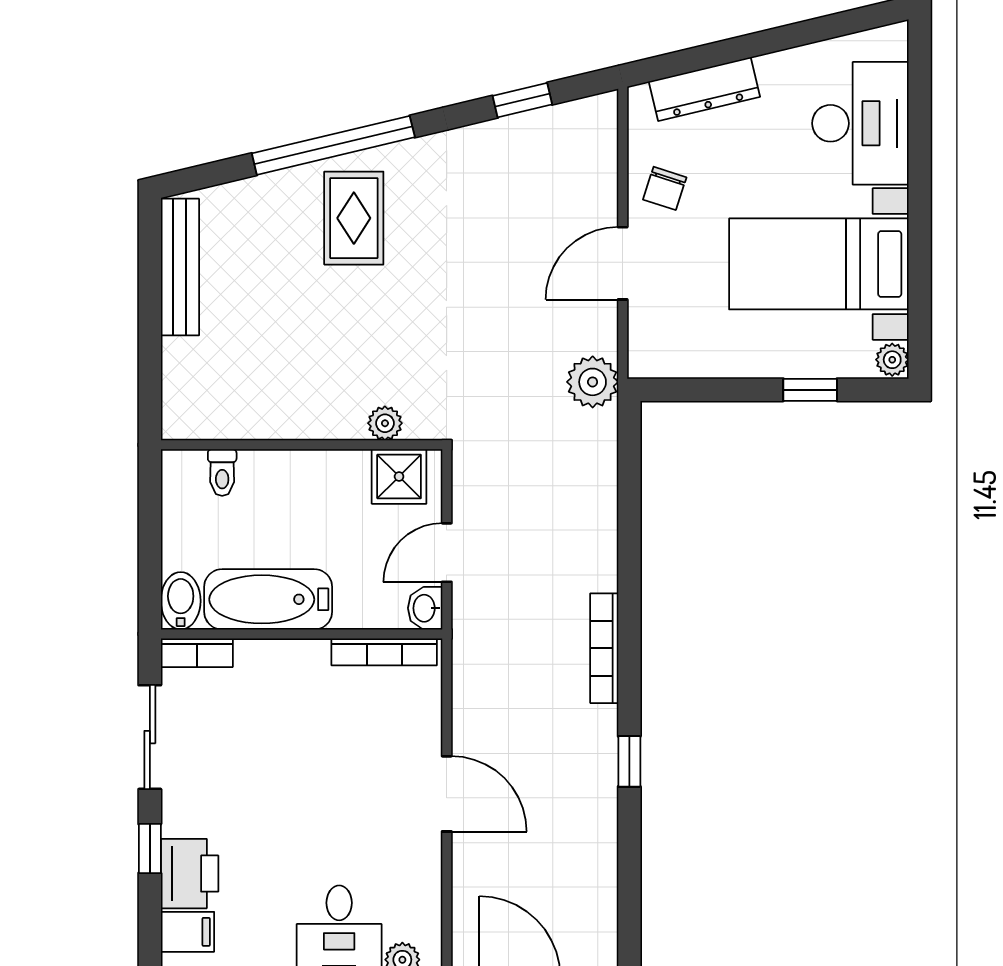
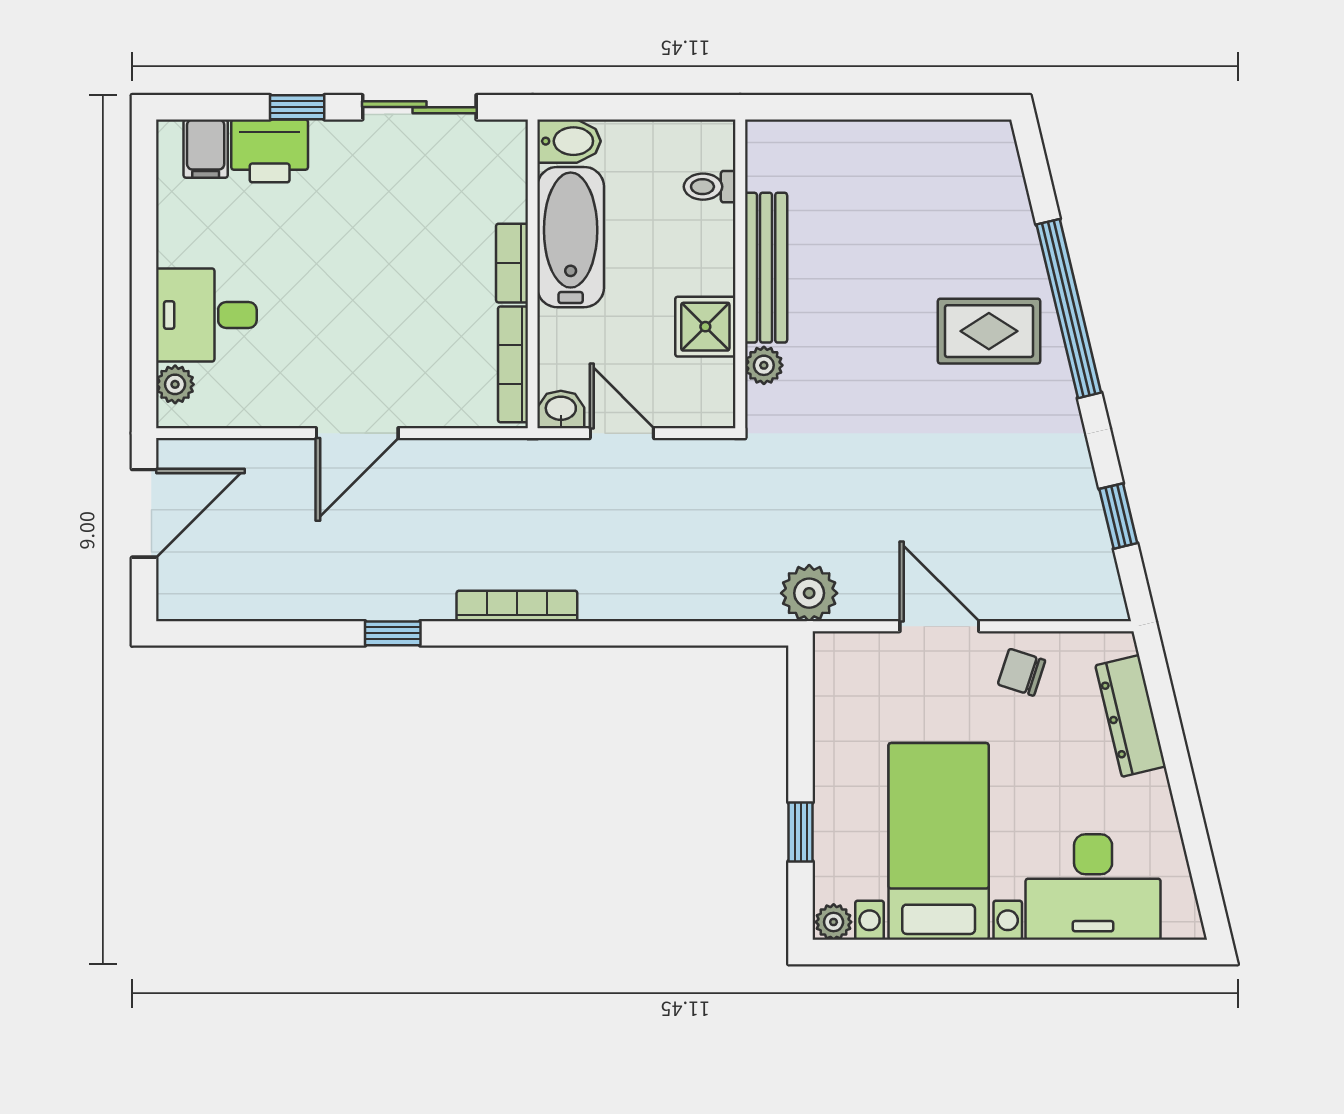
bench: (180, 267) -> (766, 268), moved, turned 90
shower: (399, 477) -> (705, 327), moved
bookcase: (197, 653) -> (512, 263), moved

